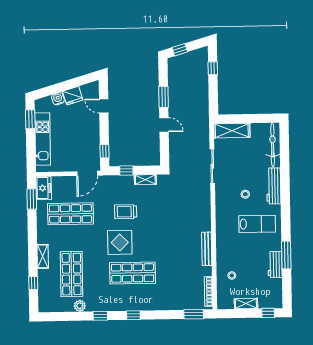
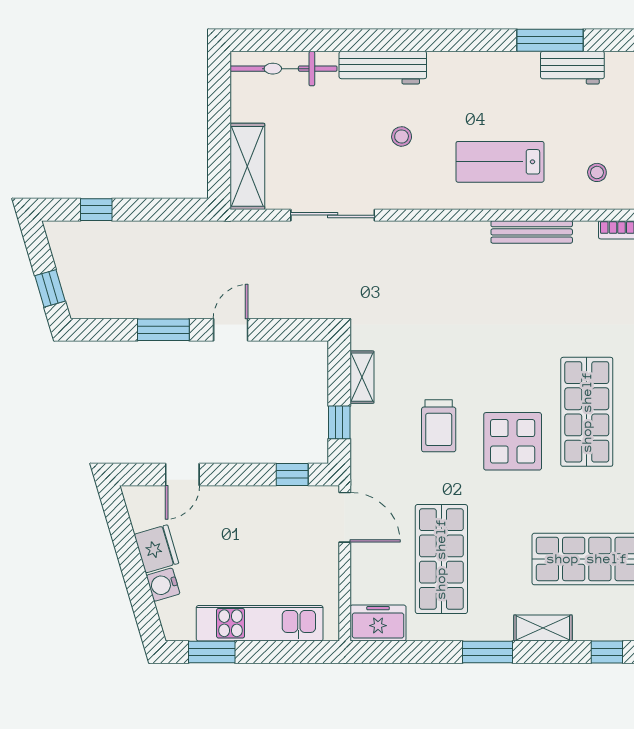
window: (32, 199) -> (488, 652), moved
lab bench: (257, 224) -> (500, 162), moved, turned -90

